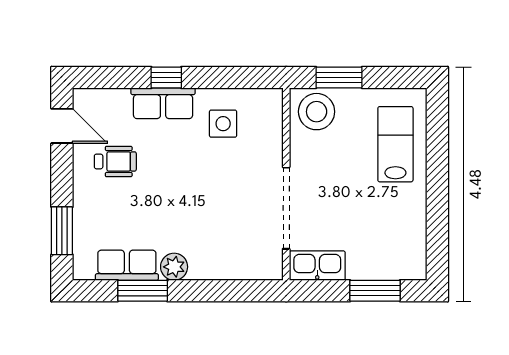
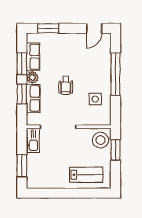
window: (166, 77) -> (115, 74), width x3.17
row of seats: (163, 103) -> (33, 99), moved, turned 180
wheelchair: (115, 161) -> (66, 86), moved
window: (212, 291) -> (22, 94), added

